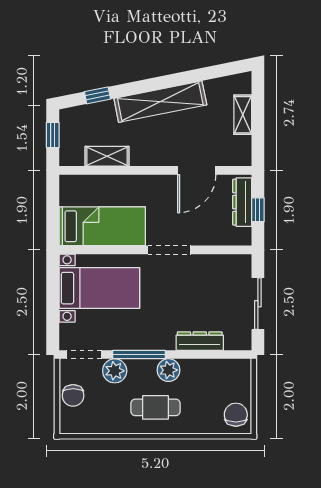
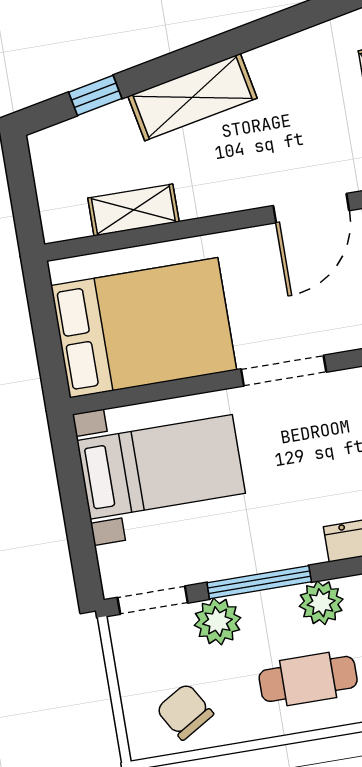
shelving: (160, 102) -> (192, 97), width x0.68
window: (53, 135) -> (22, 186), removed
bed: (102, 226) -> (144, 328), width x1.50
chair: (73, 395) -> (185, 712), moved, turned 149

